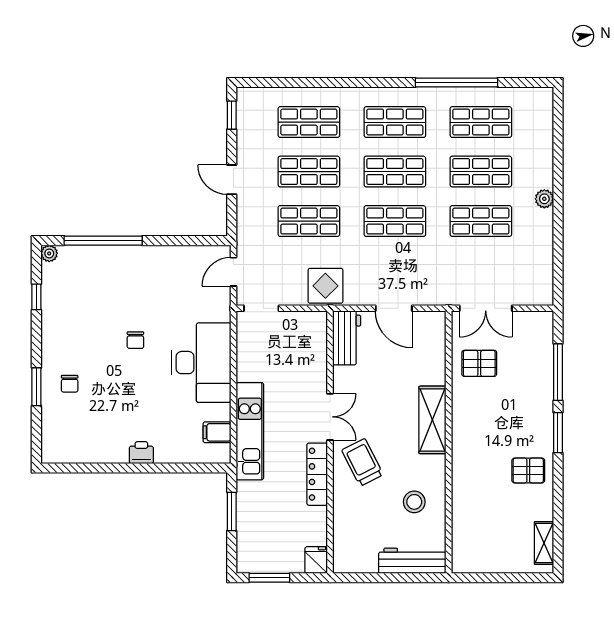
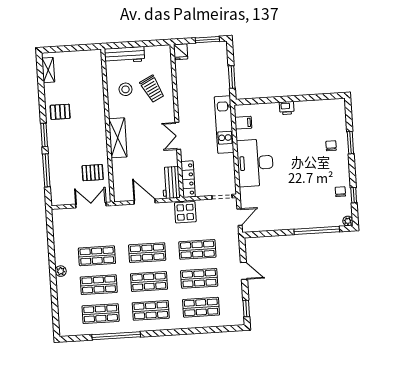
chair: (135, 340) -> (340, 192), moved
trolley: (362, 462) -> (152, 89), moved
locker: (317, 474) -> (188, 179), moved

